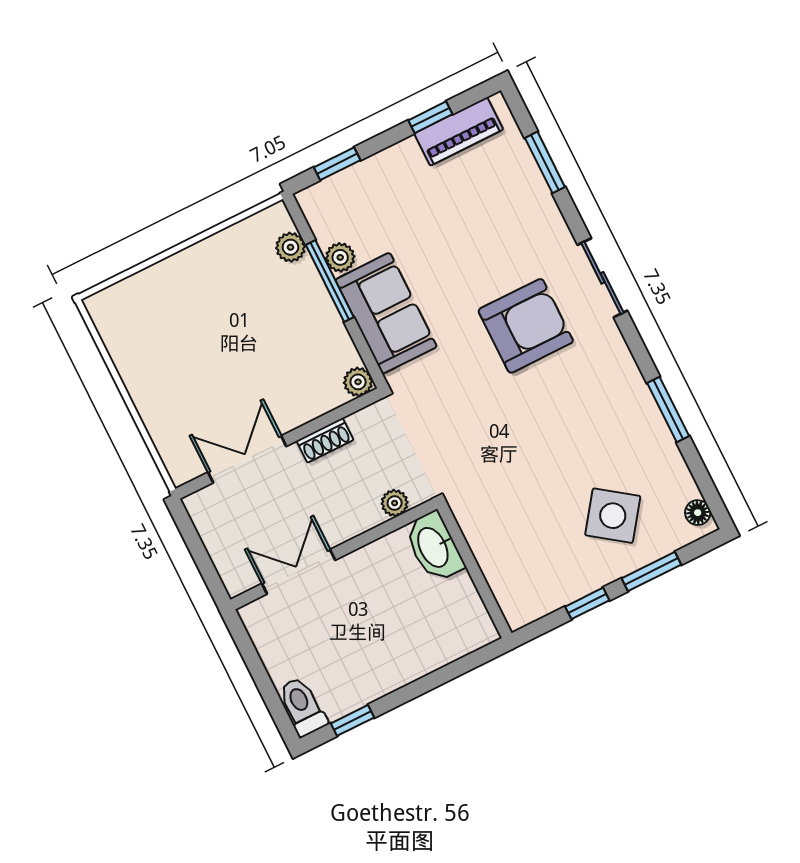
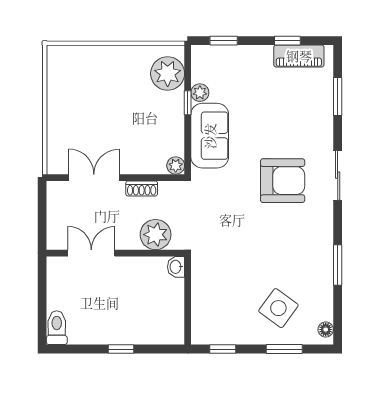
plant: (291, 247) -> (168, 73), width x1.88, depth x1.88
window: (330, 281) -> (188, 103), width x0.46
plant: (395, 503) -> (156, 235), width x1.87, depth x1.87
washbasin: (434, 547) -> (176, 267), width x0.52, depth x0.69
window: (587, 603) -> (223, 349), moved
window: (353, 720) -> (121, 349), moved

